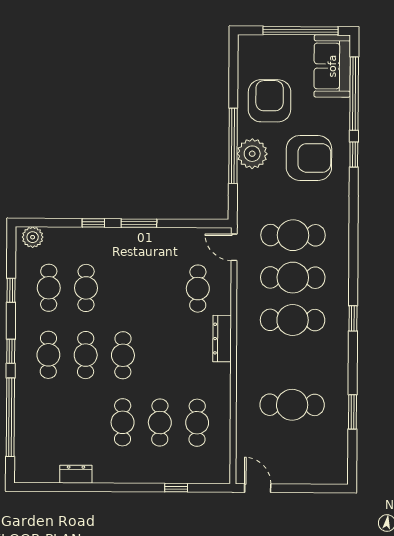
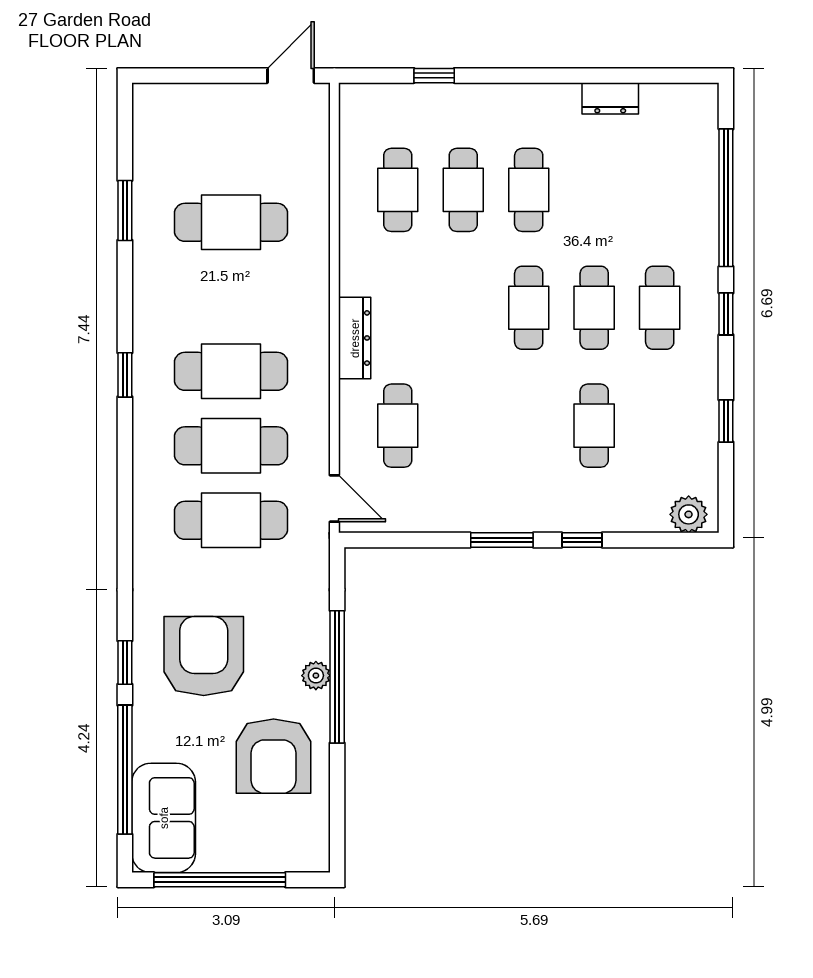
plant: (252, 154) -> (316, 676), width x0.53, depth x0.53
armchair: (309, 158) -> (204, 656), turned 90
cafe table: (49, 288) -> (660, 426), removed
door: (258, 488) -> (291, 76), swing flipped

